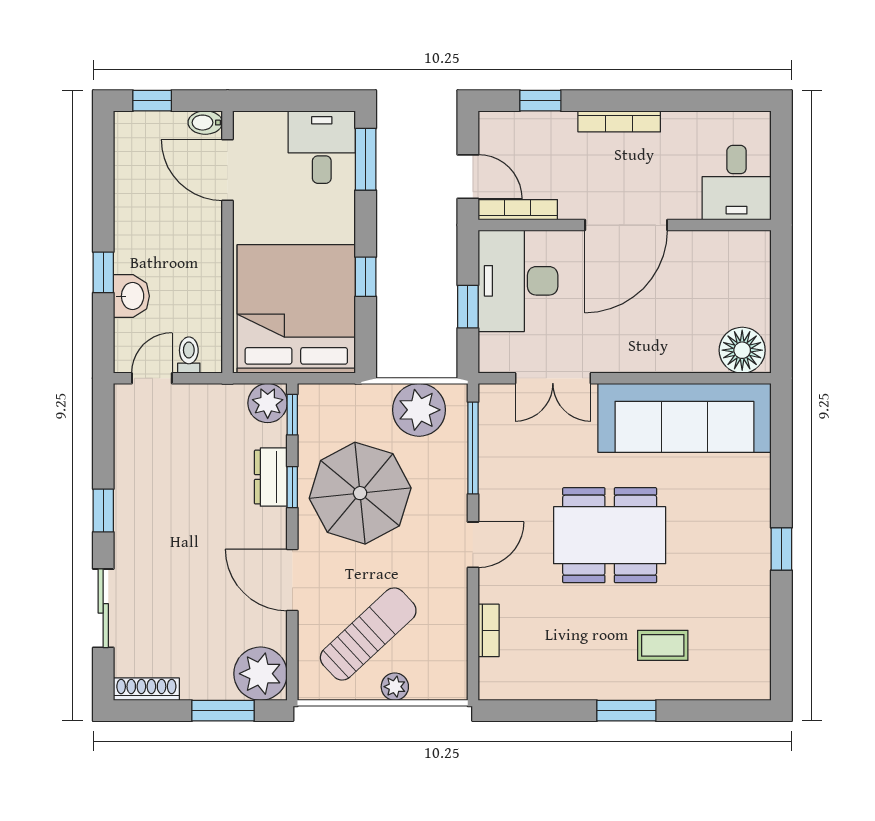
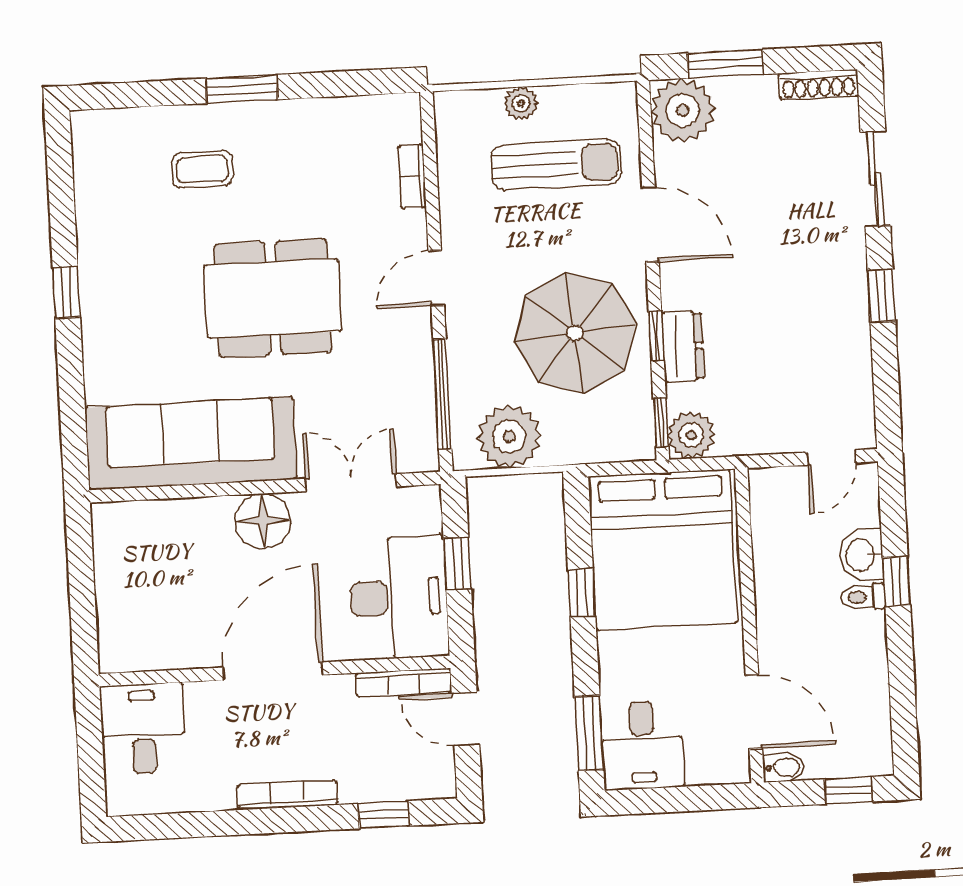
floor lamp: (742, 350) -> (263, 521), moved
toilet: (189, 355) -> (863, 597), moved, turned 90
sun lounger: (368, 634) -> (556, 165), turned -137

